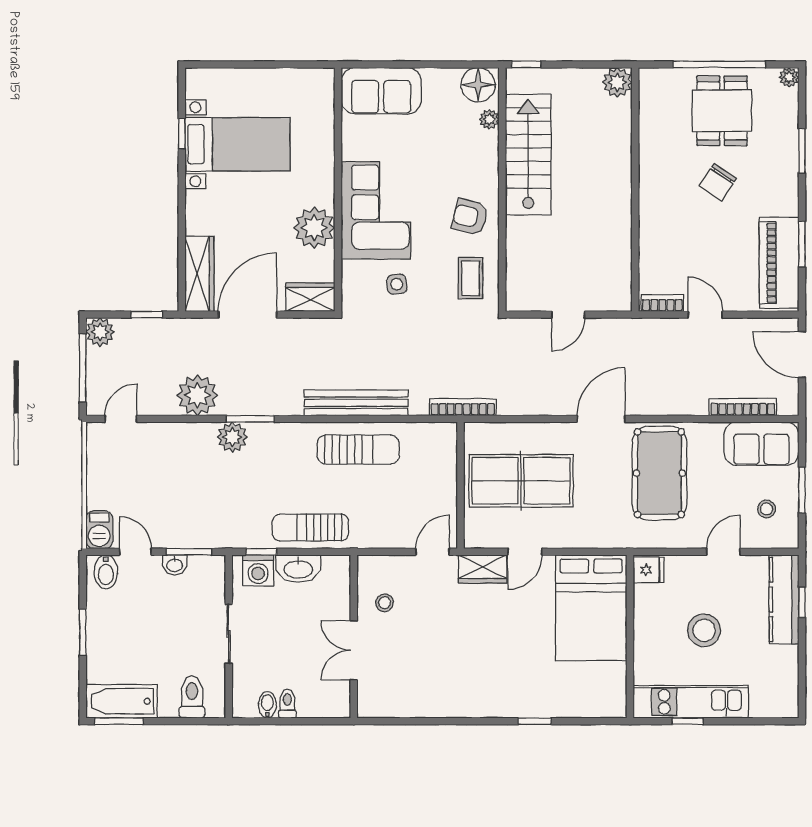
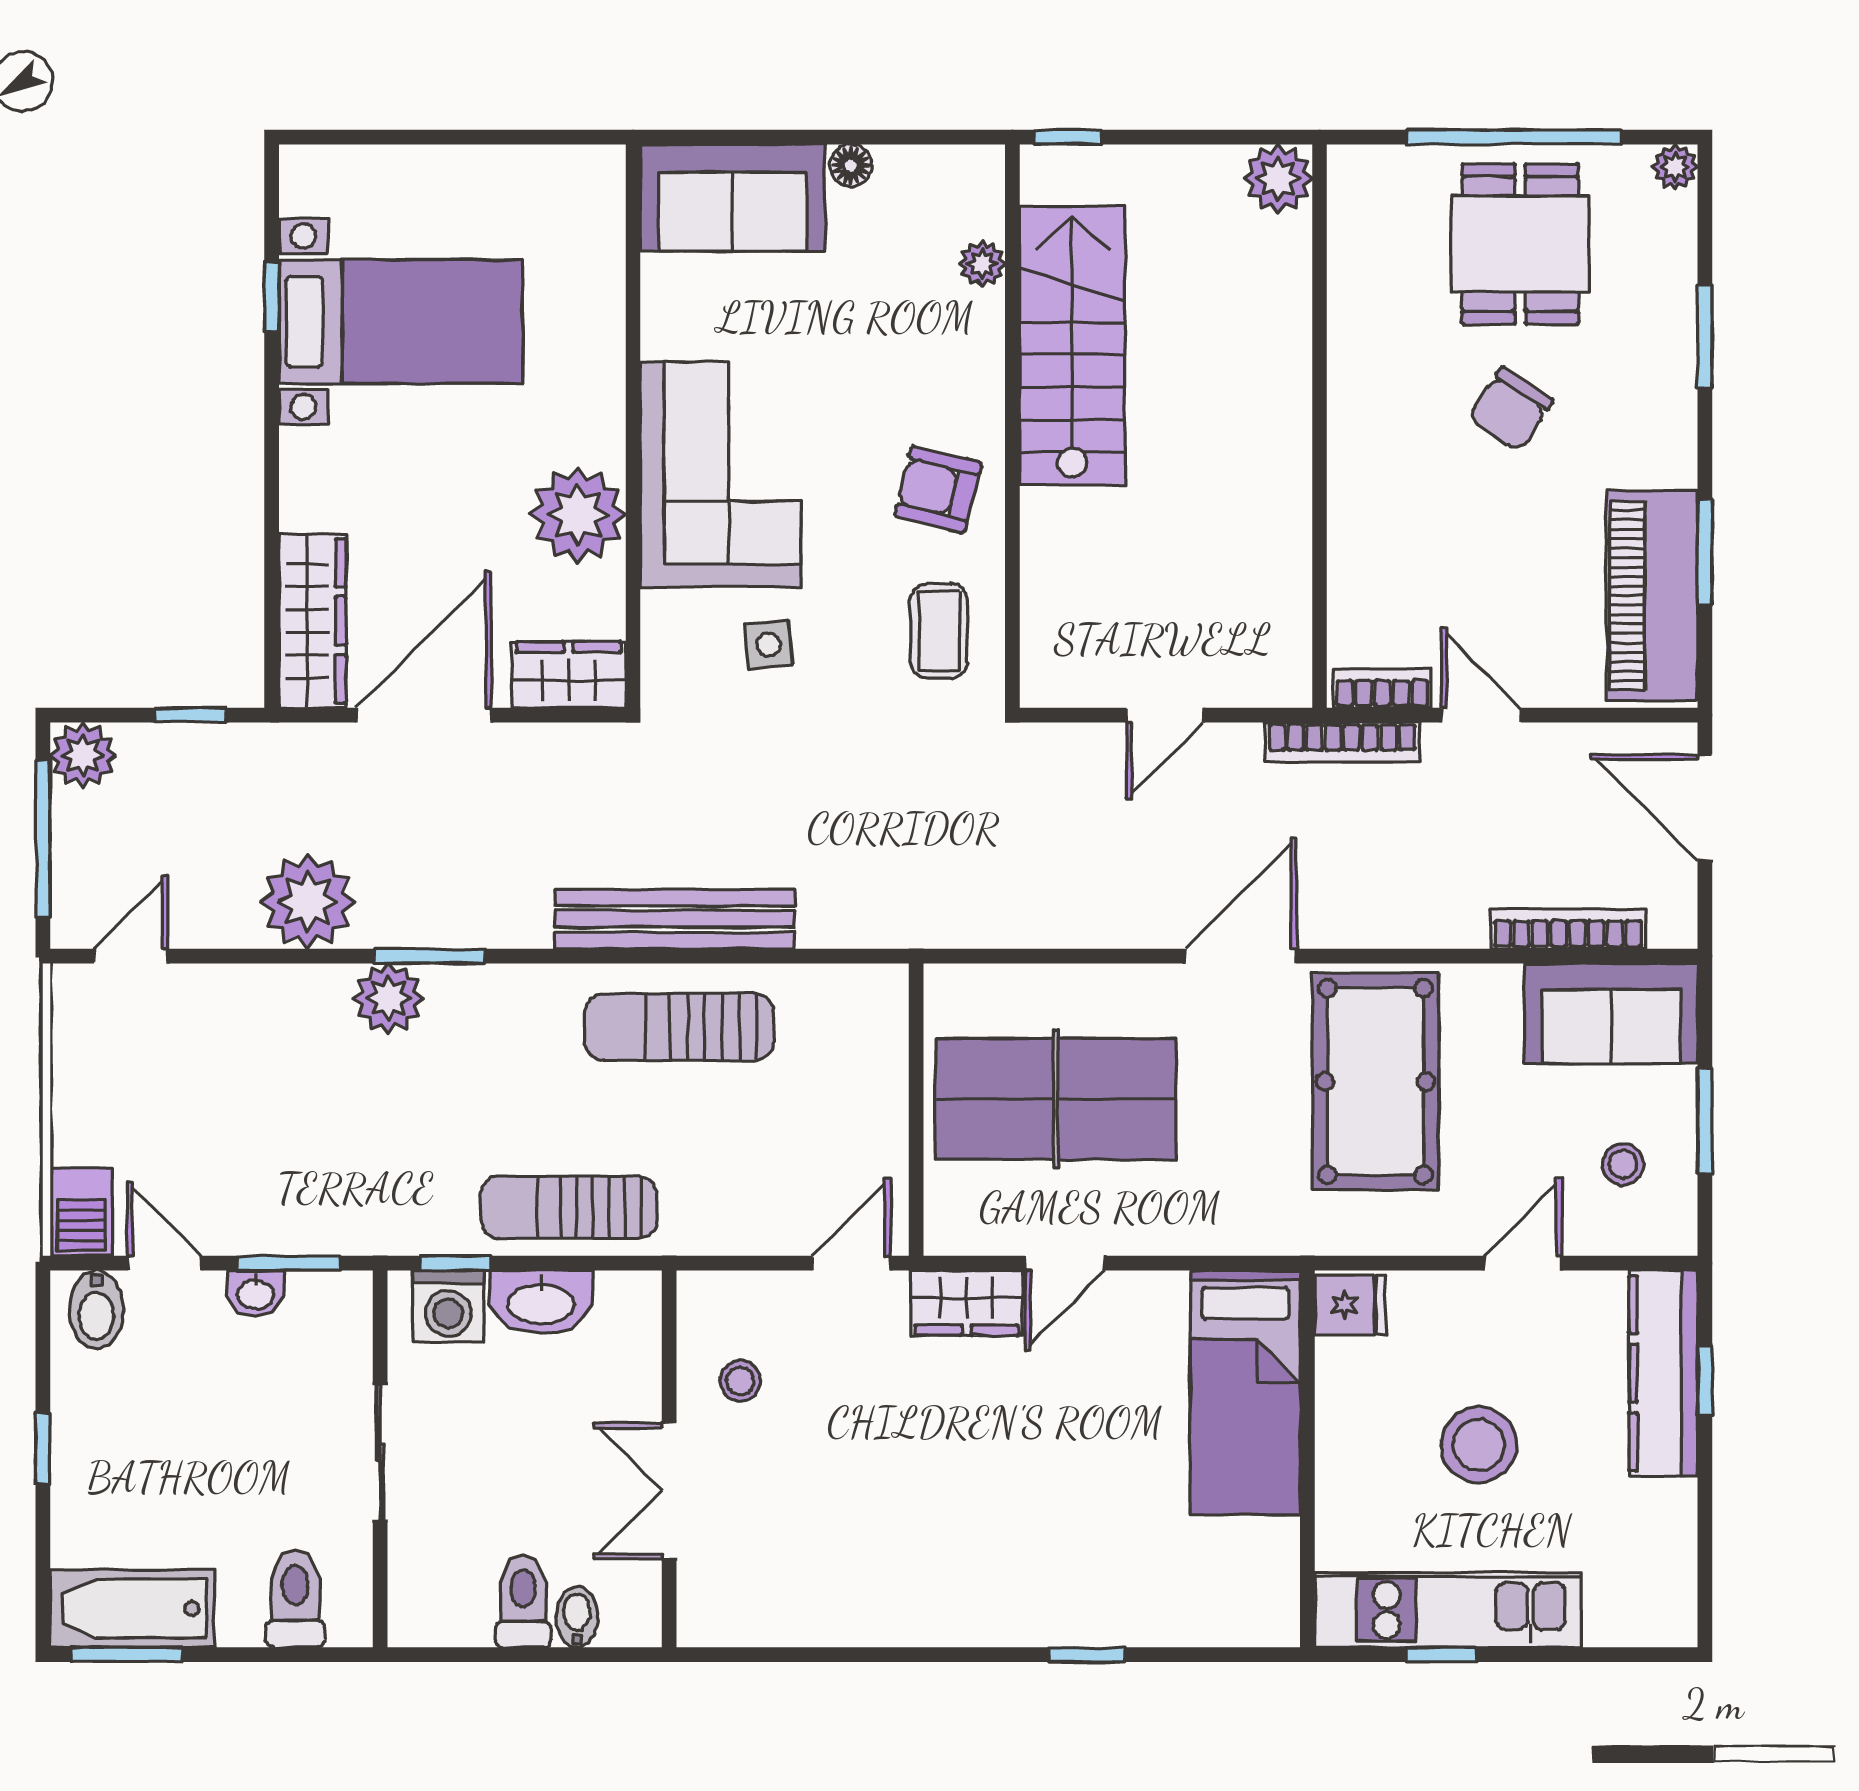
floor lamp: (478, 85) -> (851, 165), moved, width x0.53, depth x0.53
bookcase: (463, 407) -> (1342, 742), moved, turned 180
sun lounger: (358, 450) -> (679, 1027), turned 180
bed: (591, 608) -> (1245, 1393), width x0.67
window: (83, 632) -> (43, 1449), width x0.67
toilet: (287, 704) -> (523, 1601), width x1.37, depth x1.39
bidet: (267, 705) -> (577, 1617), moved

